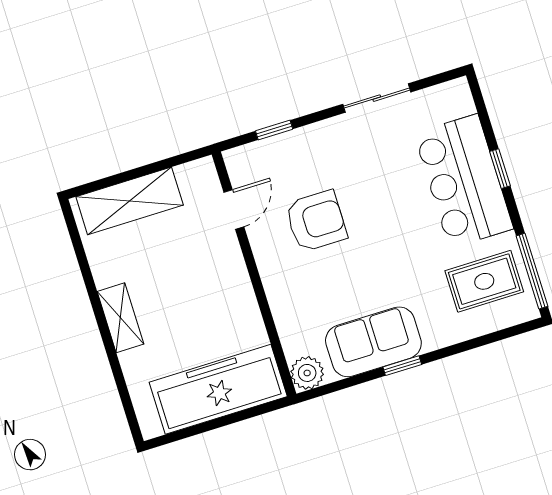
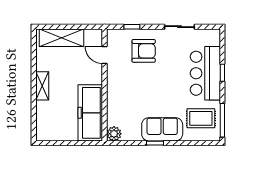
door: (234, 210) -> (105, 55), swing flipped
armchair: (316, 221) -> (144, 51), moved
sofa: (373, 342) -> (162, 129), moved
freezer: (218, 389) -> (90, 113), moved, turned -90

